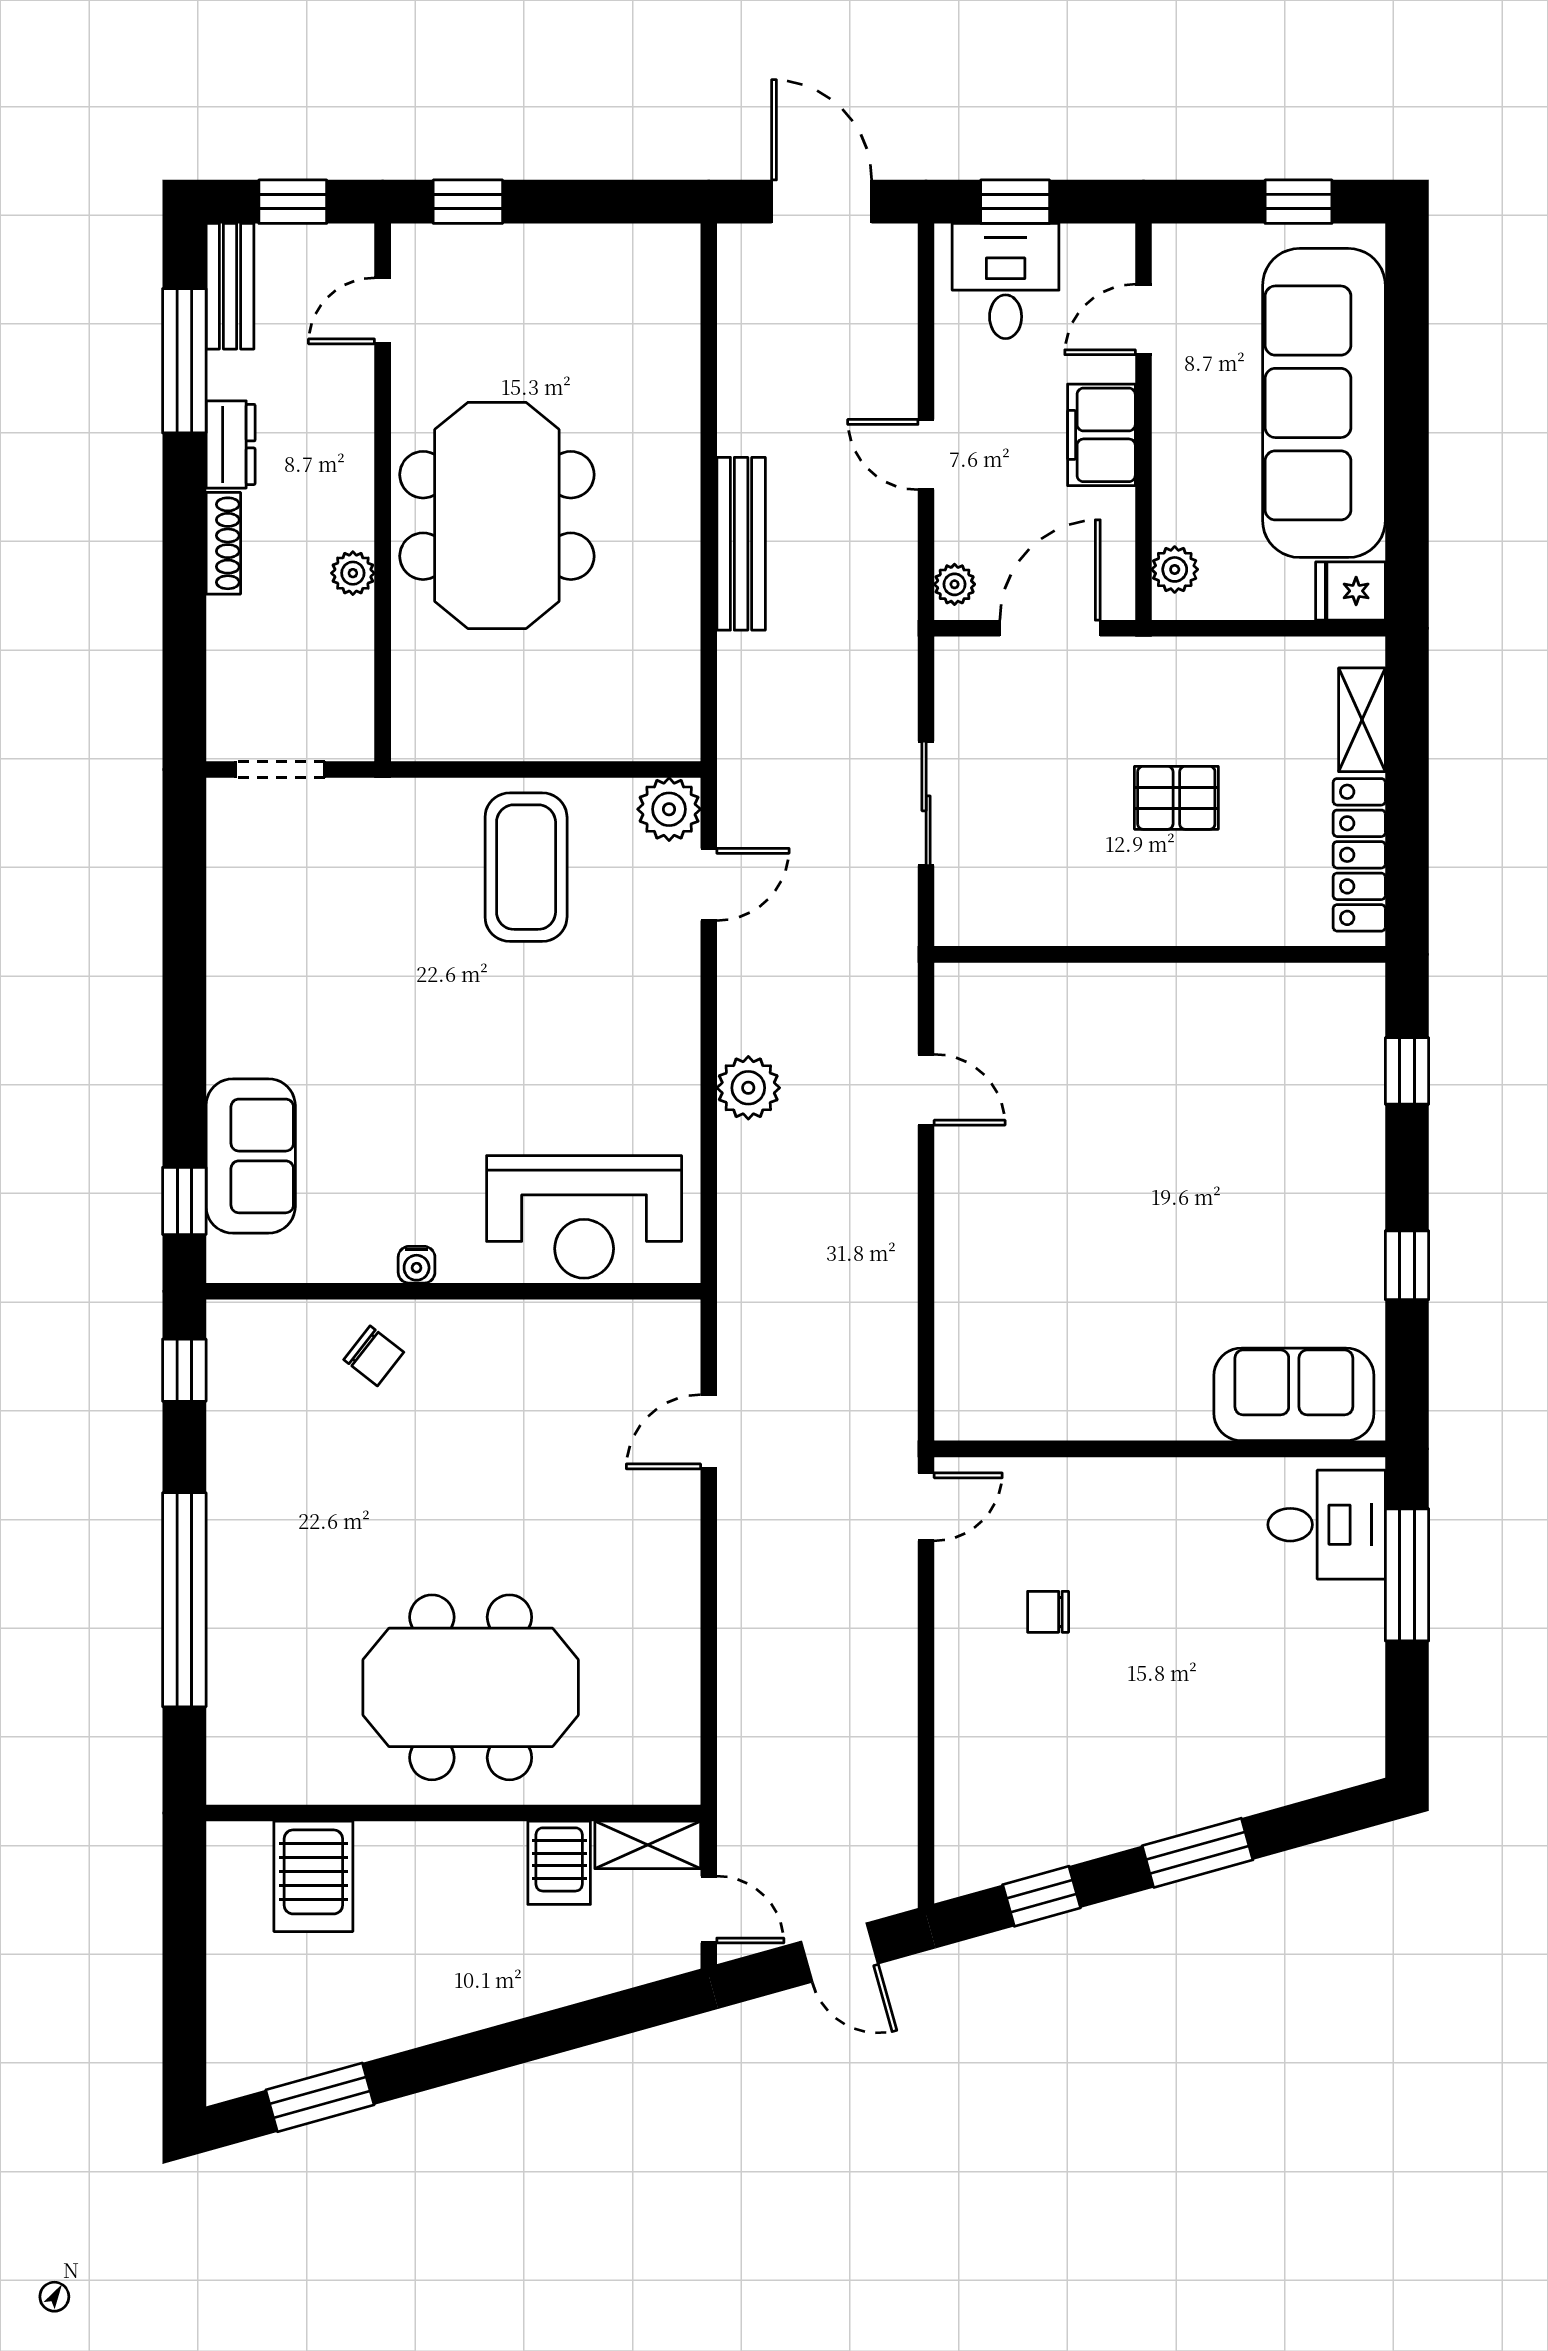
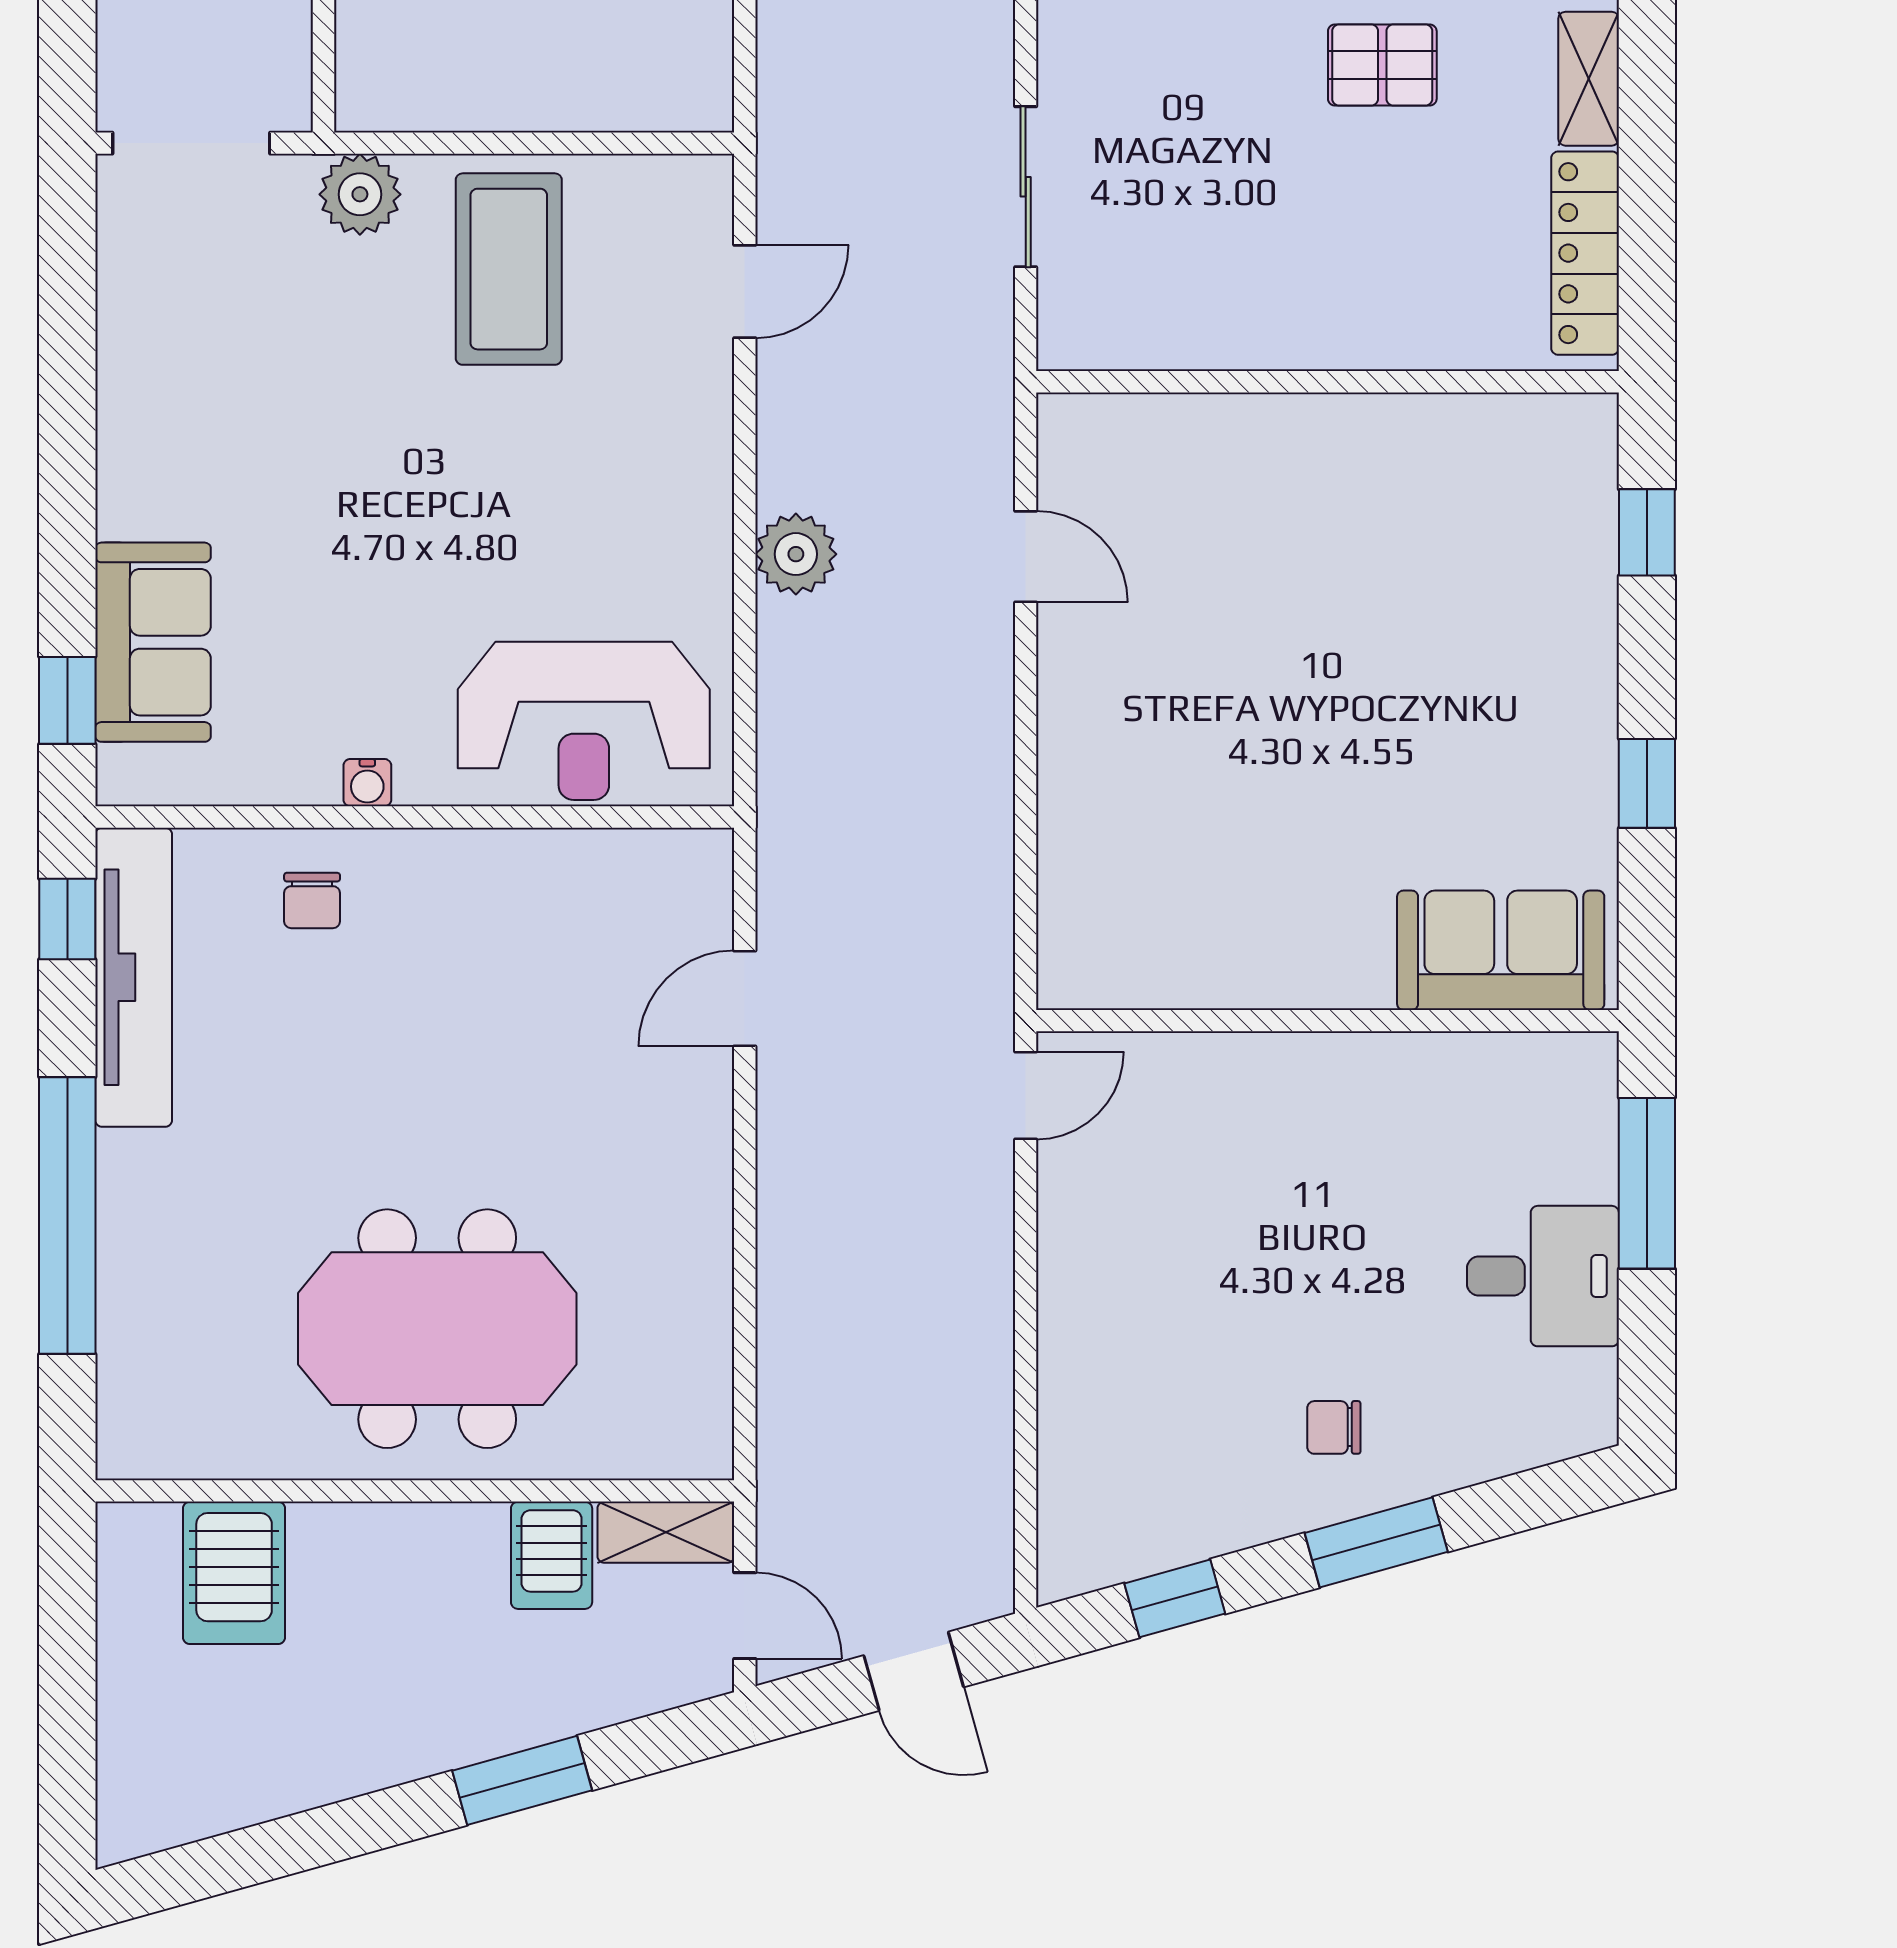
doorway: (280, 770) -> (191, 143), width x1.38
pallet: (1176, 798) -> (1382, 65), moved
plant: (669, 809) -> (360, 194), moved
chair: (374, 1356) -> (312, 900), turned 52
tv unit: (236, 1415) -> (134, 977), added
desk: (1327, 1525) -> (1543, 1276), moved
chair: (1048, 1612) -> (1334, 1427), moved
window: (320, 2097) -> (522, 1780), moved

